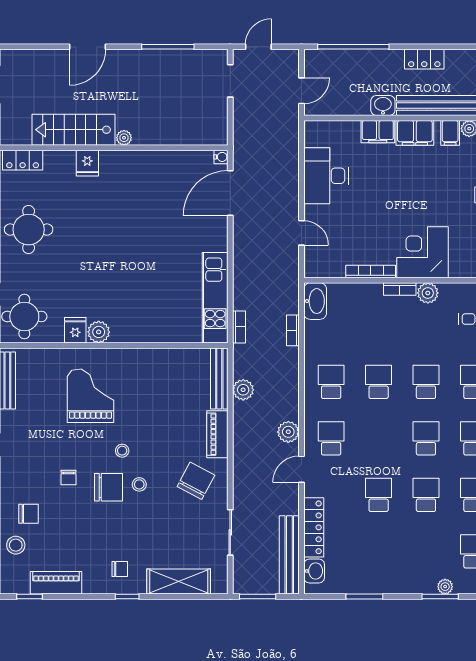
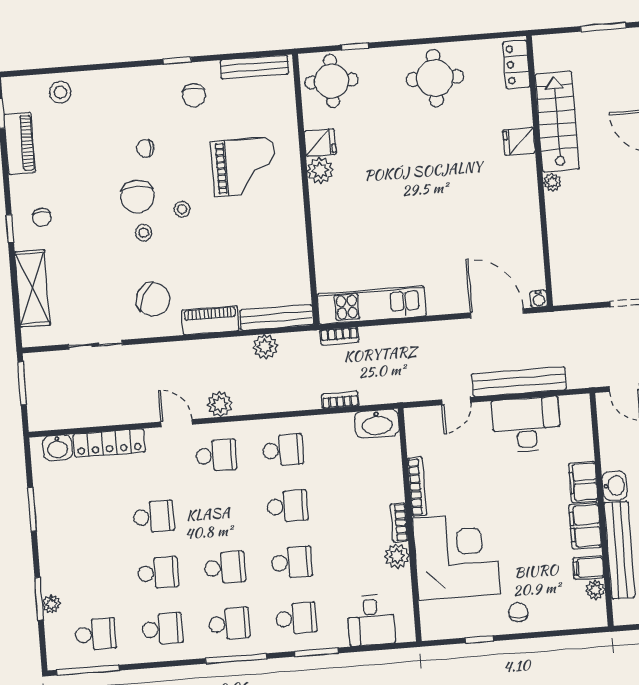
corner desk: (423, 252) -> (456, 556), width x1.36, depth x1.36
chair: (29, 514) -> (194, 95), moved
bench: (289, 555) -> (519, 382), moved

